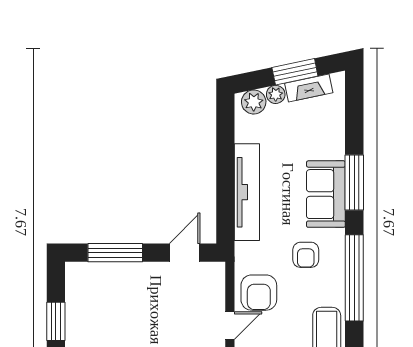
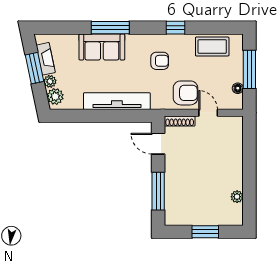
sofa: (326, 194) -> (102, 47), moved
window: (354, 278) -> (175, 28), width x0.32
shoe rack: (218, 284) -> (180, 121), added

